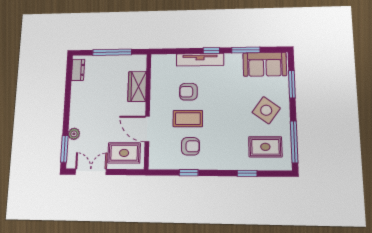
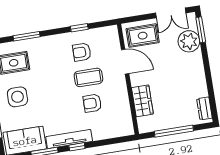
tv unit: (200, 60) -> (69, 139), moved
armchair: (188, 92) -> (92, 103), turned 180
side table: (266, 110) -> (17, 97), turned -36
plant: (74, 134) -> (189, 41), width x1.87, depth x1.87
window: (247, 173) -> (27, 36), width x1.50

